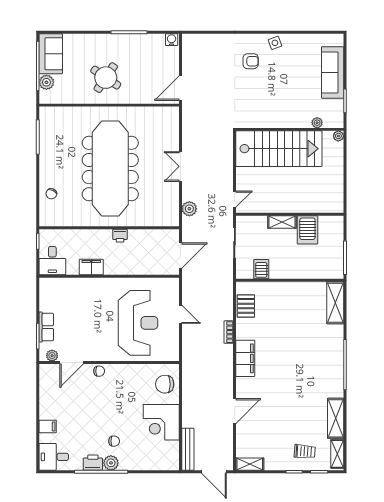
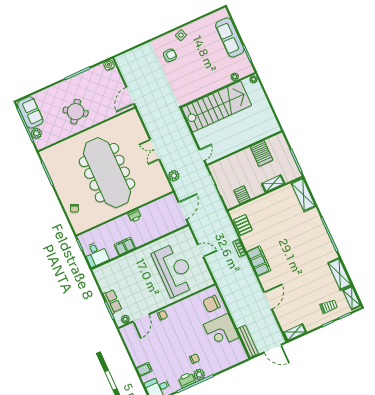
shelving: (282, 222) -> (273, 183), moved

